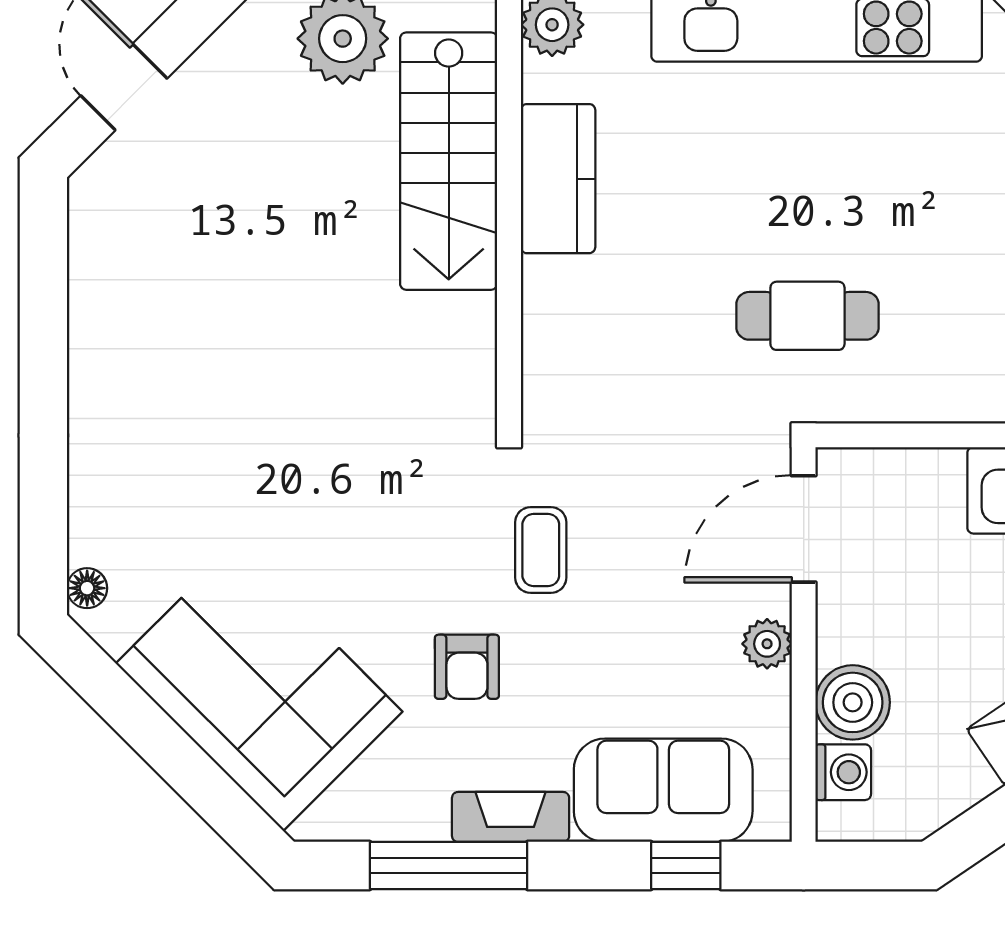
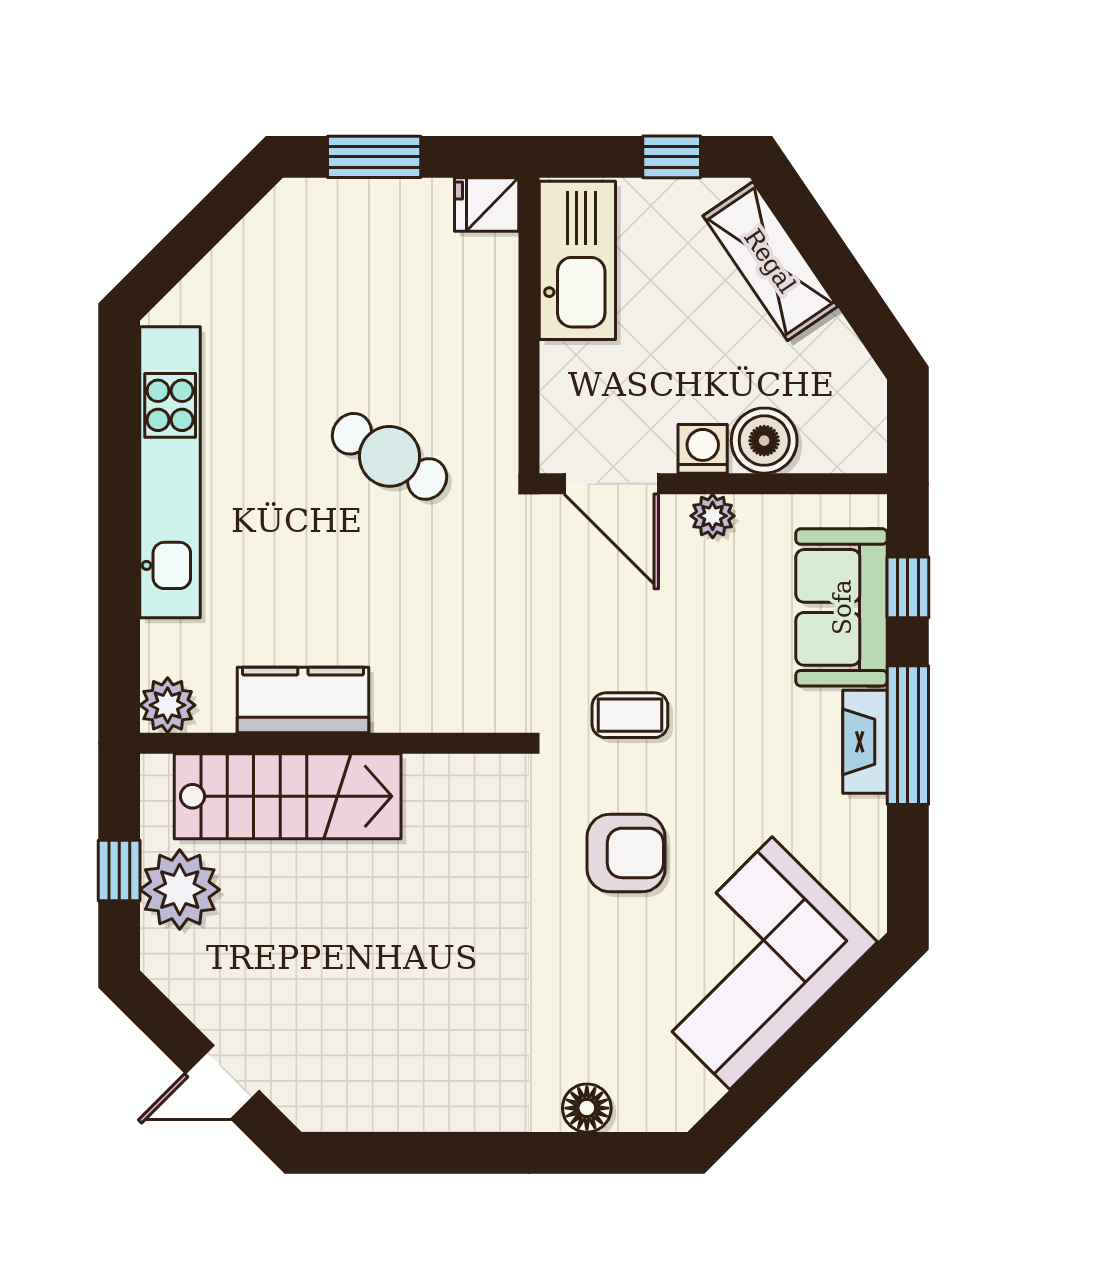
cafe table: (807, 316) -> (389, 456), moved, turned -59
floor lamp: (87, 588) -> (587, 1108), moved, width x1.37, depth x1.37
armchair: (467, 667) -> (626, 853), moved, width x1.38, depth x1.38
washing machine: (843, 772) -> (703, 449), moved
window: (449, 866) -> (908, 735), moved

